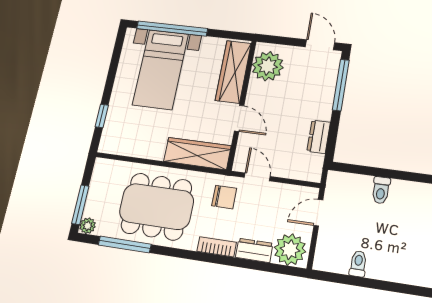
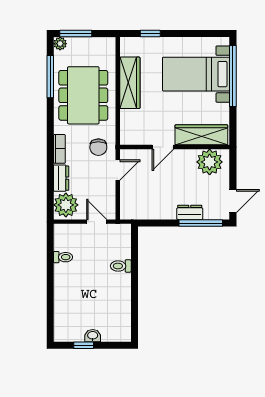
dresser: (319, 137) -> (190, 212), moved
wardrobe: (197, 154) -> (130, 83), moved

